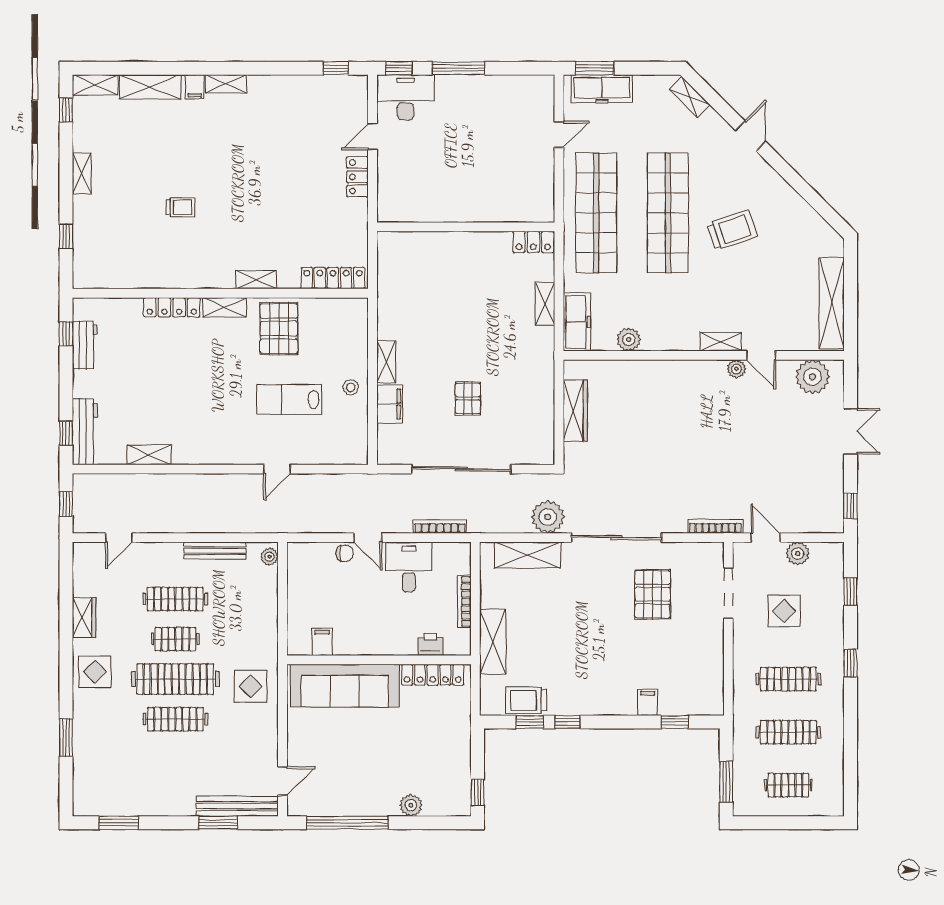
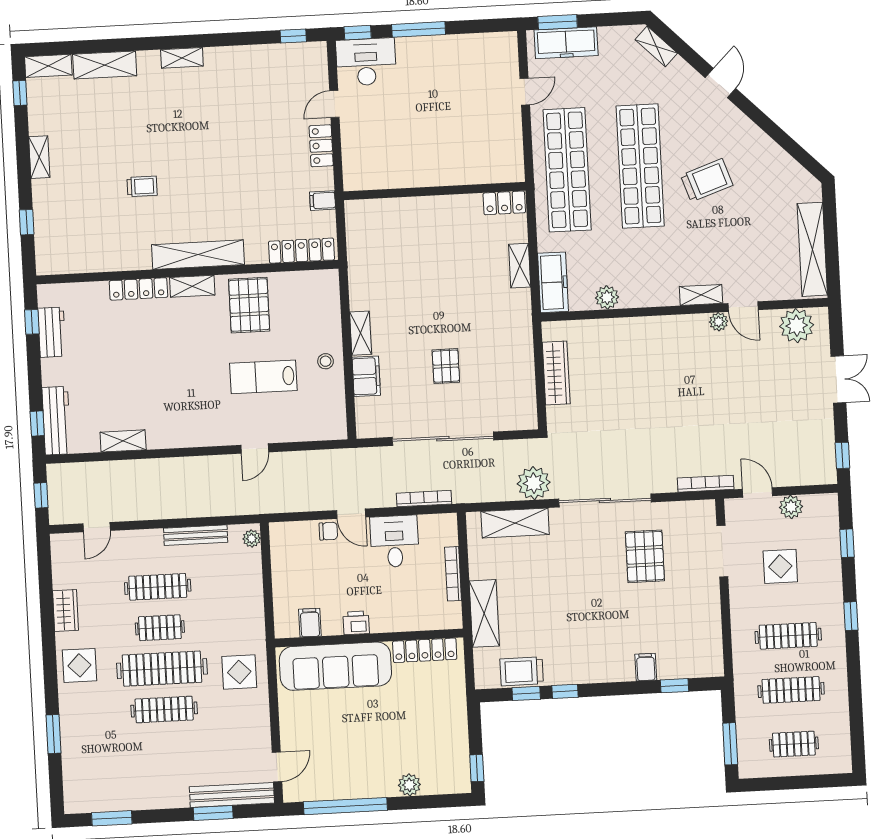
filing cabinet: (195, 87) -> (323, 201), moved, turned 90
shelving: (256, 280) -> (198, 255), width x2.20, depth x1.33
printer: (431, 644) -> (356, 623), moved

